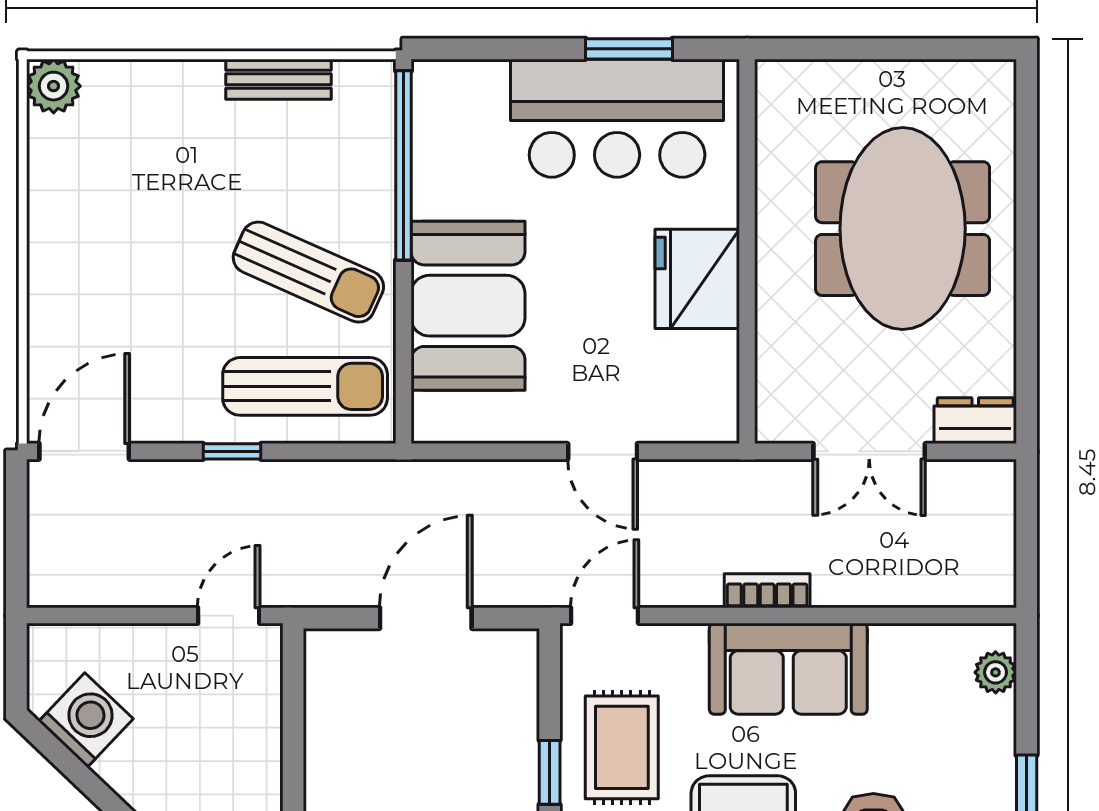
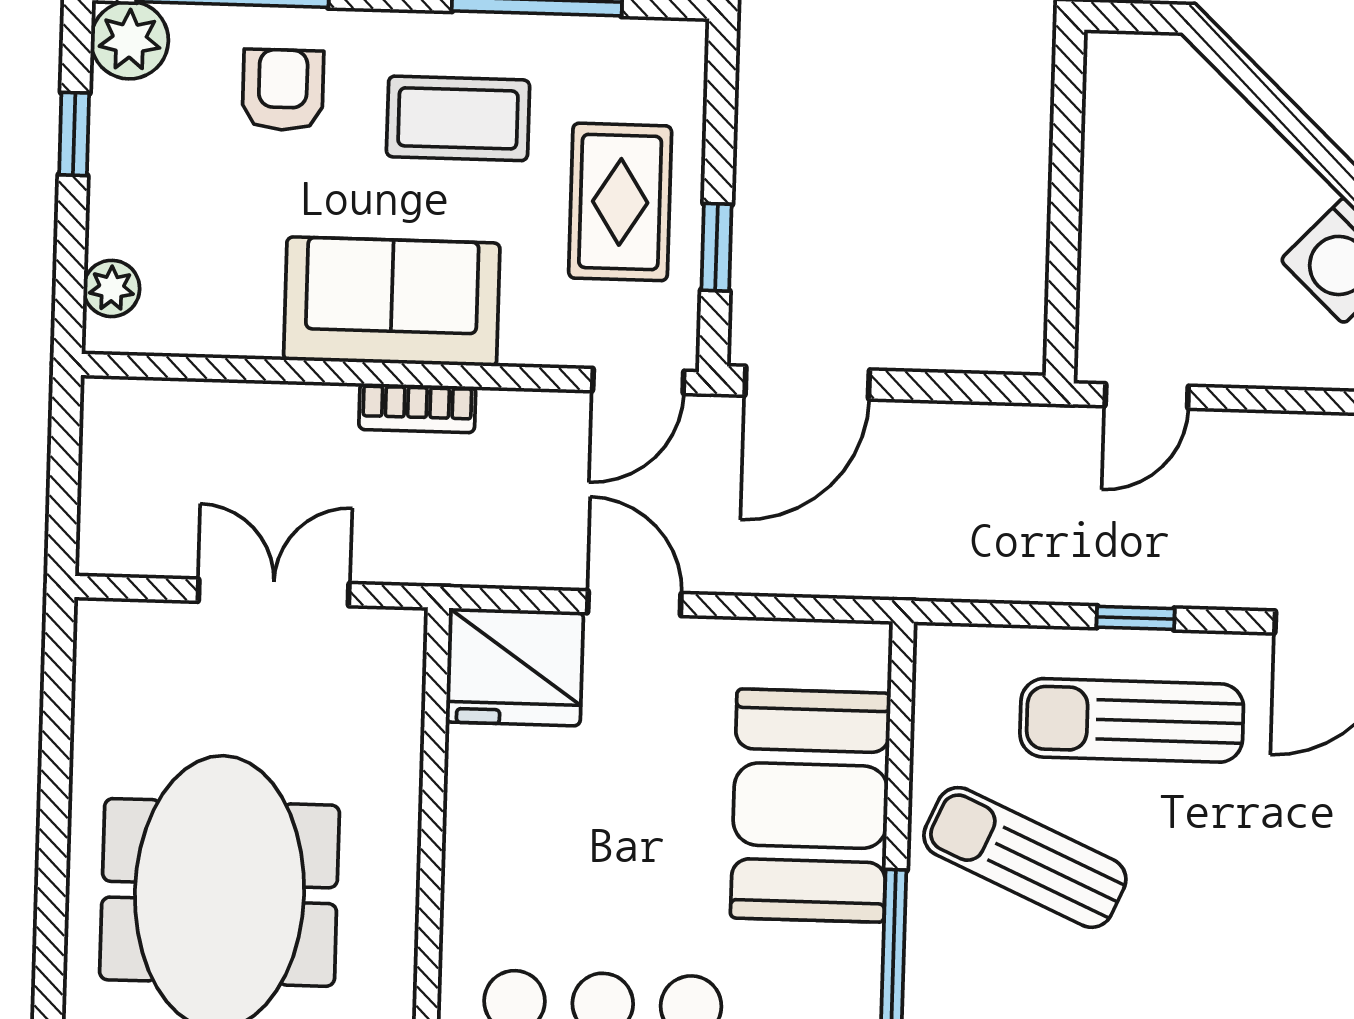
fridge: (697, 279) -> (515, 667), moved, turned 90
sun lounger: (305, 386) -> (1132, 720), moved
dresser: (975, 421) -> (129, 630), removed
door: (426, 618) -> (807, 383), moved
window: (550, 772) -> (717, 247), moved

